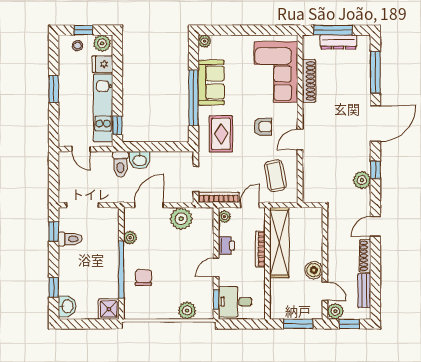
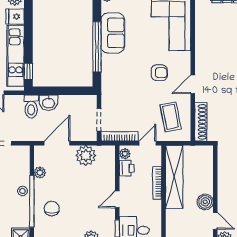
shoe rack: (309, 81) -> (201, 122), moved
rug: (221, 134) -> (122, 79), removed
printer: (226, 246) -> (127, 168), moved
stool: (111, 258) -> (23, 191), added

